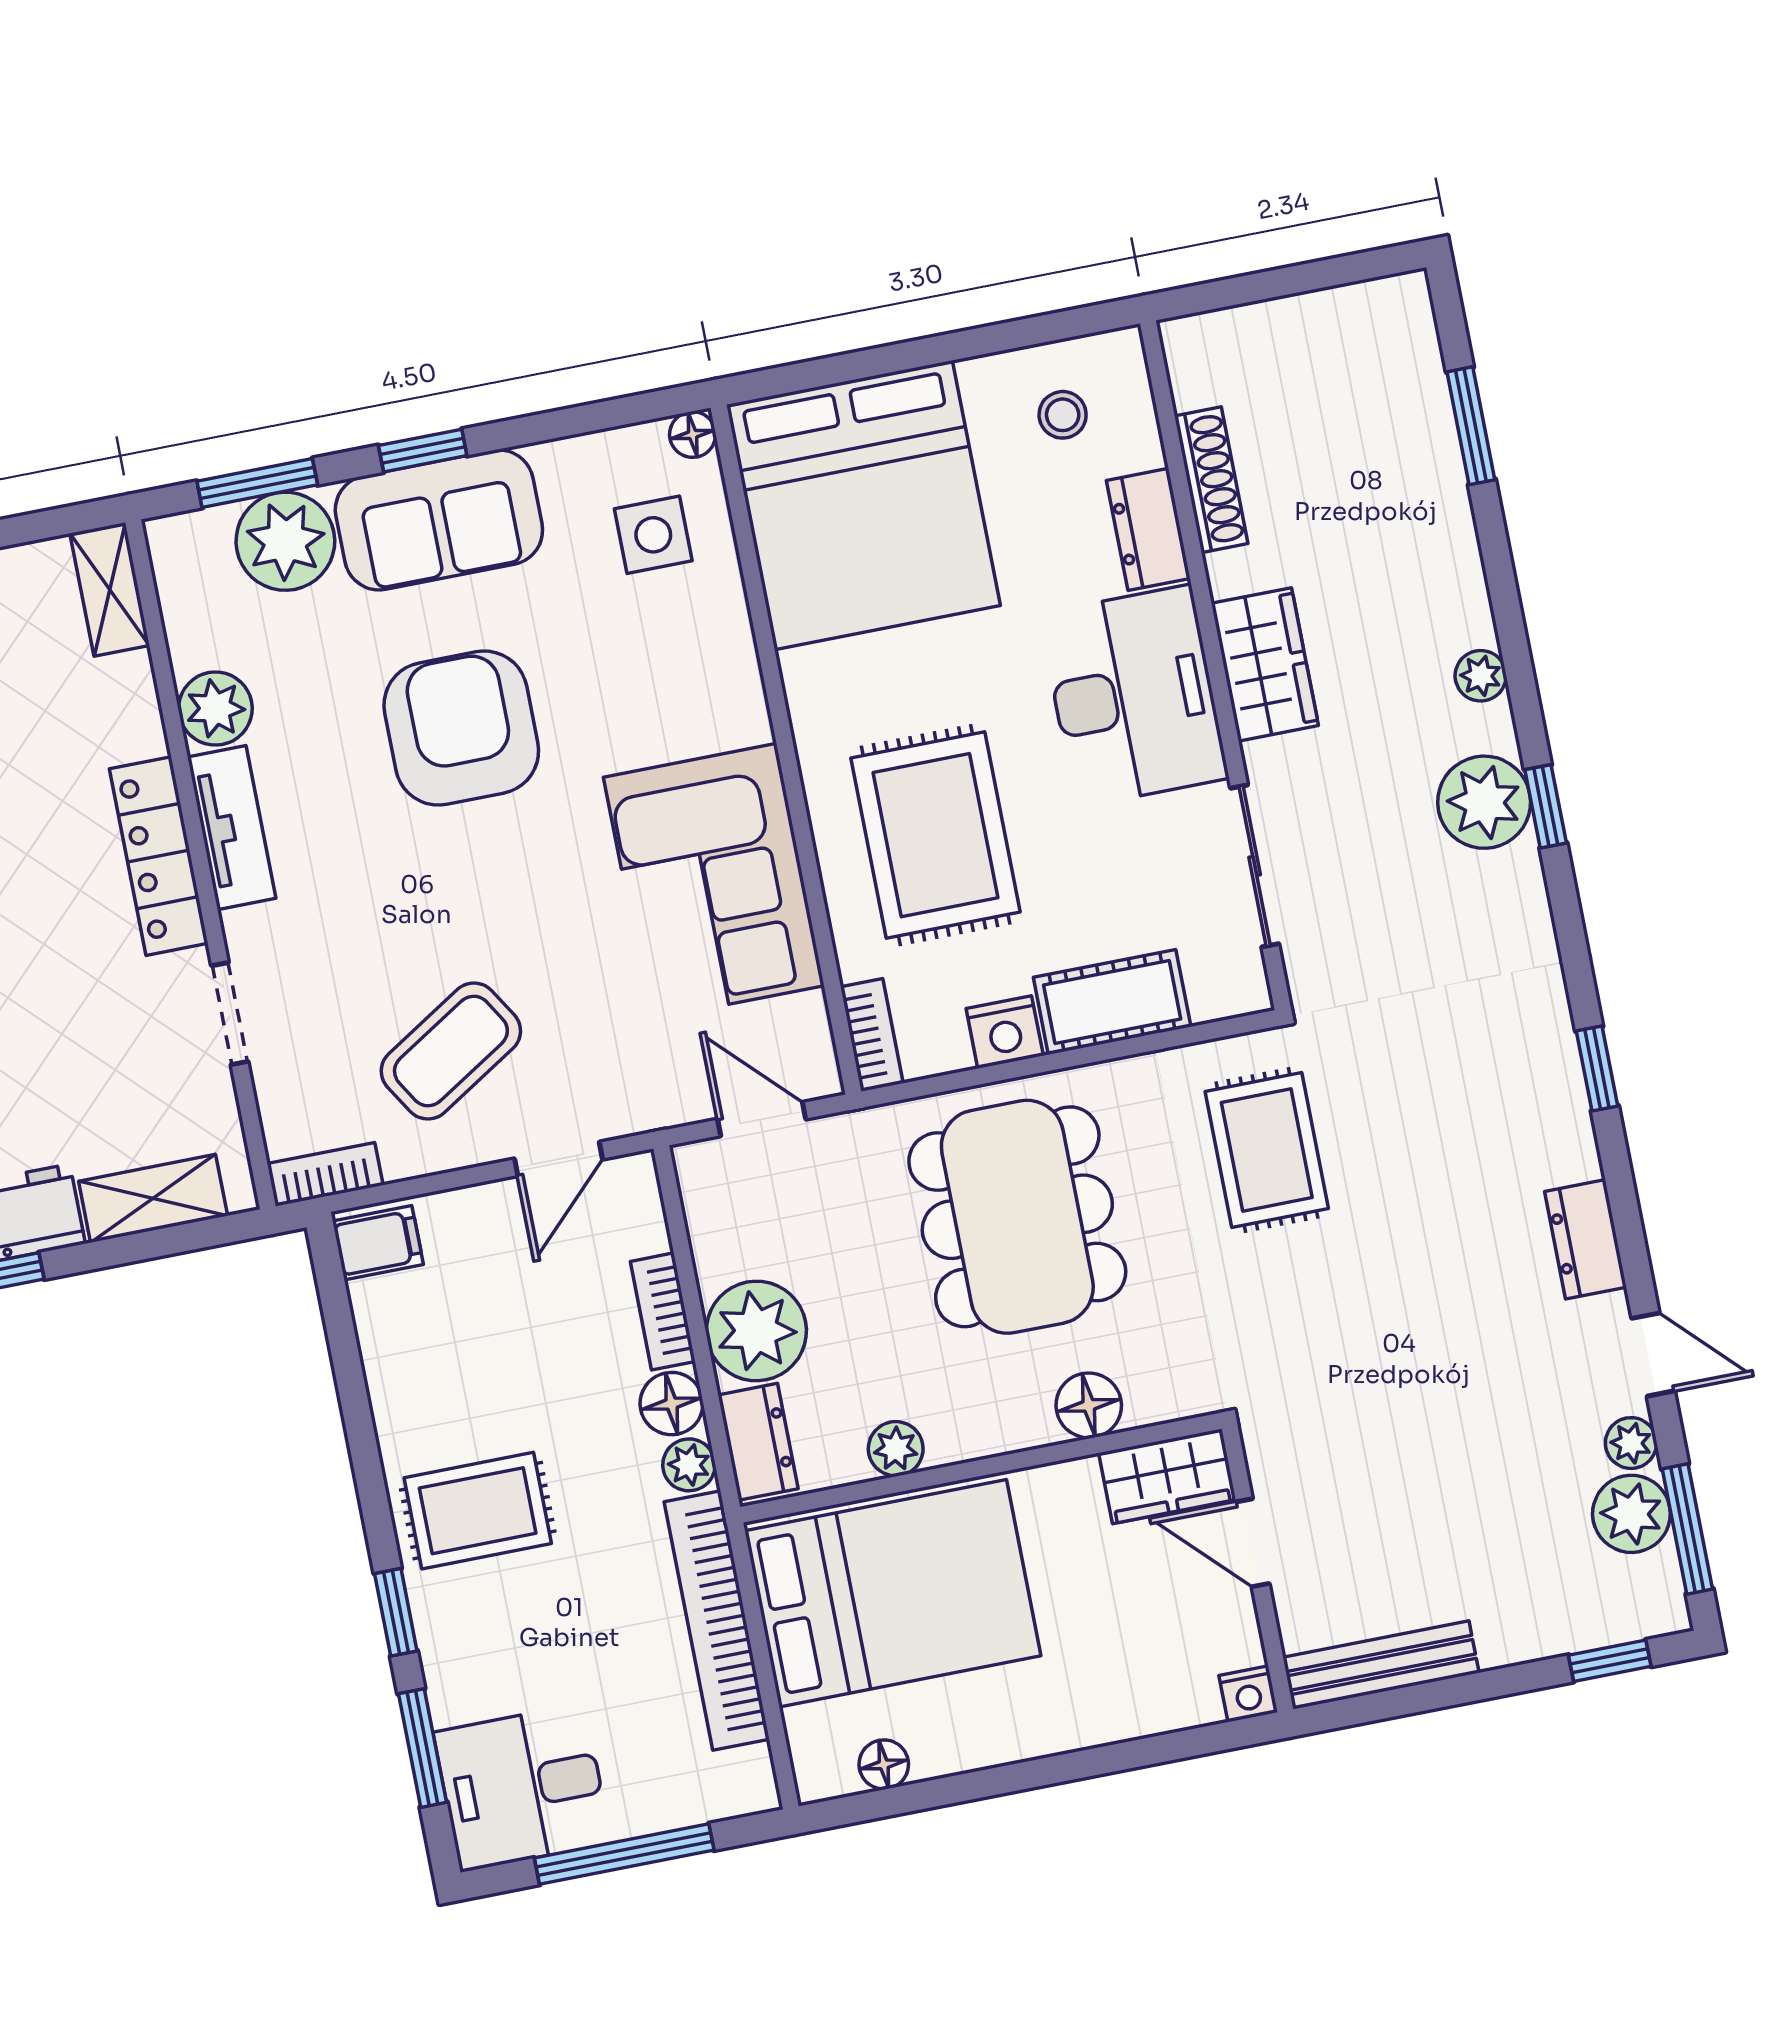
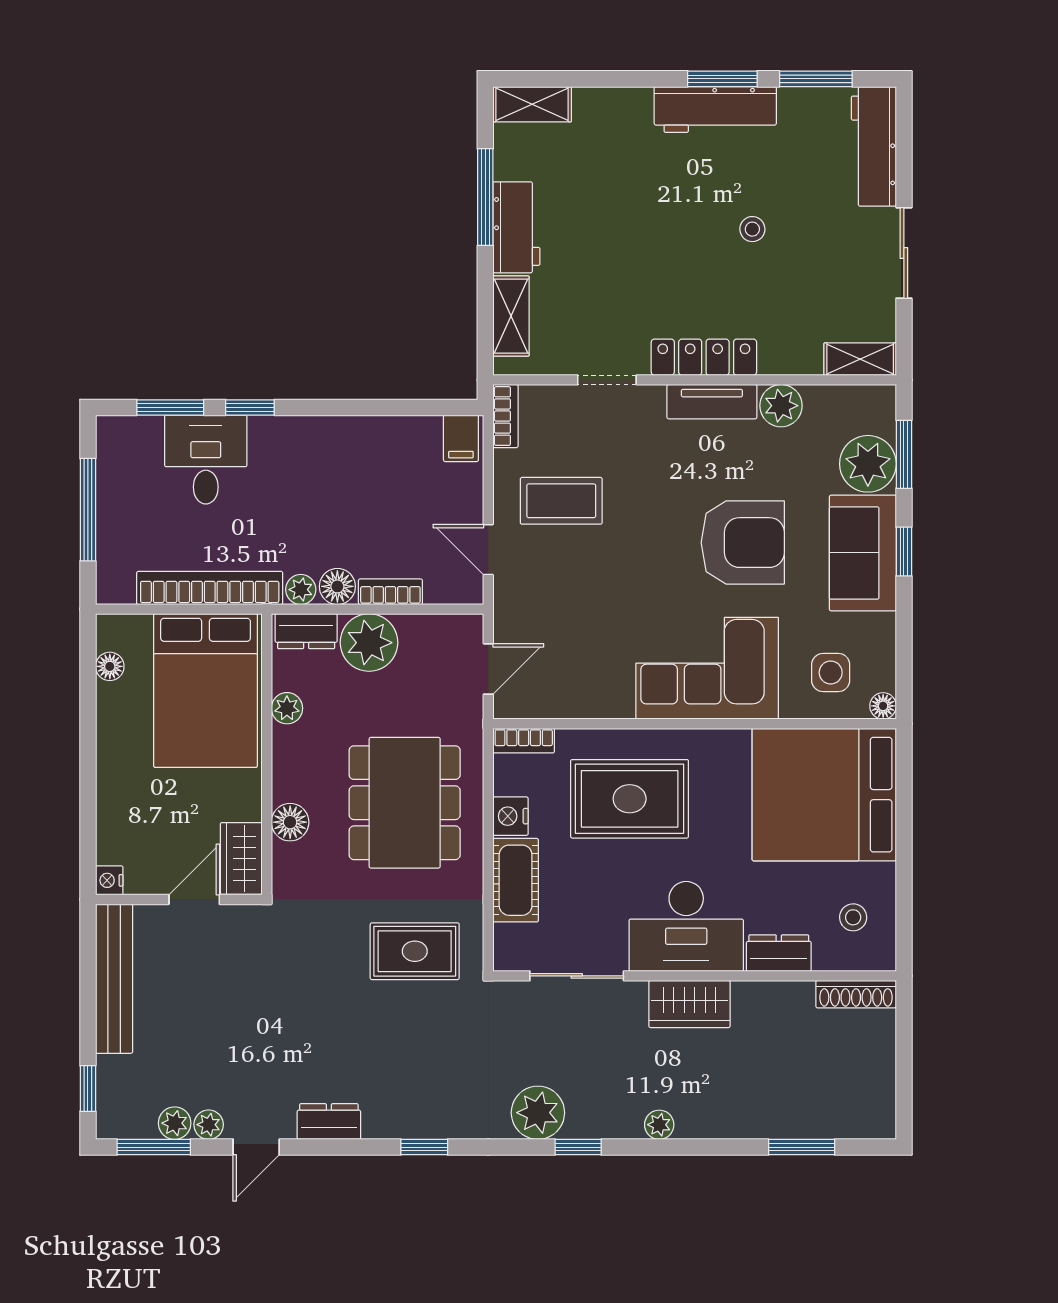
shoe rack: (1211, 480) -> (856, 994), moved
plant: (1484, 802) -> (538, 1113), moved
corner sofa: (714, 881) -> (707, 668), moved
coffee table: (451, 1051) -> (561, 501), turned -58
dining table: (1017, 1217) -> (405, 803), turned 90
rug: (478, 1511) -> (298, 465), removed
plant: (1631, 1514) -> (175, 1123), width x0.73, depth x0.73
bench: (1381, 1665) -> (114, 979), width x1.37, depth x1.21
desk: (522, 1788) -> (206, 460), moved

